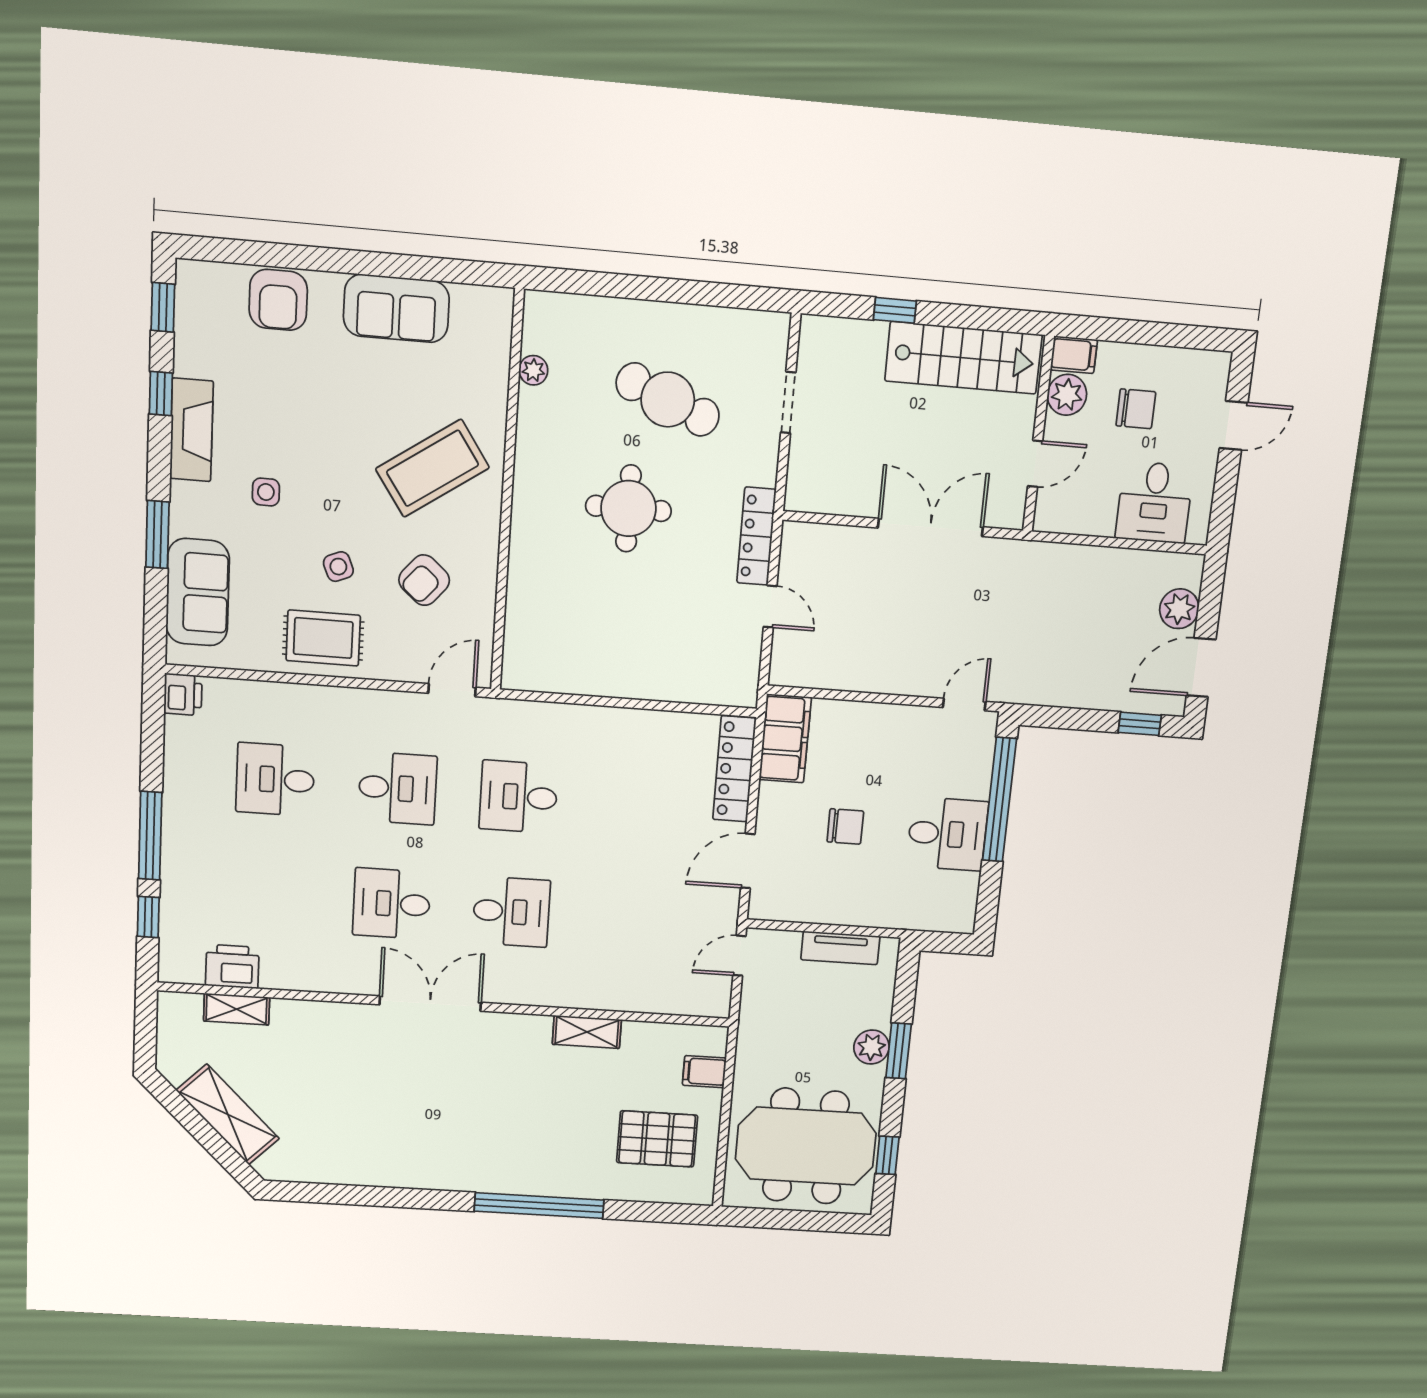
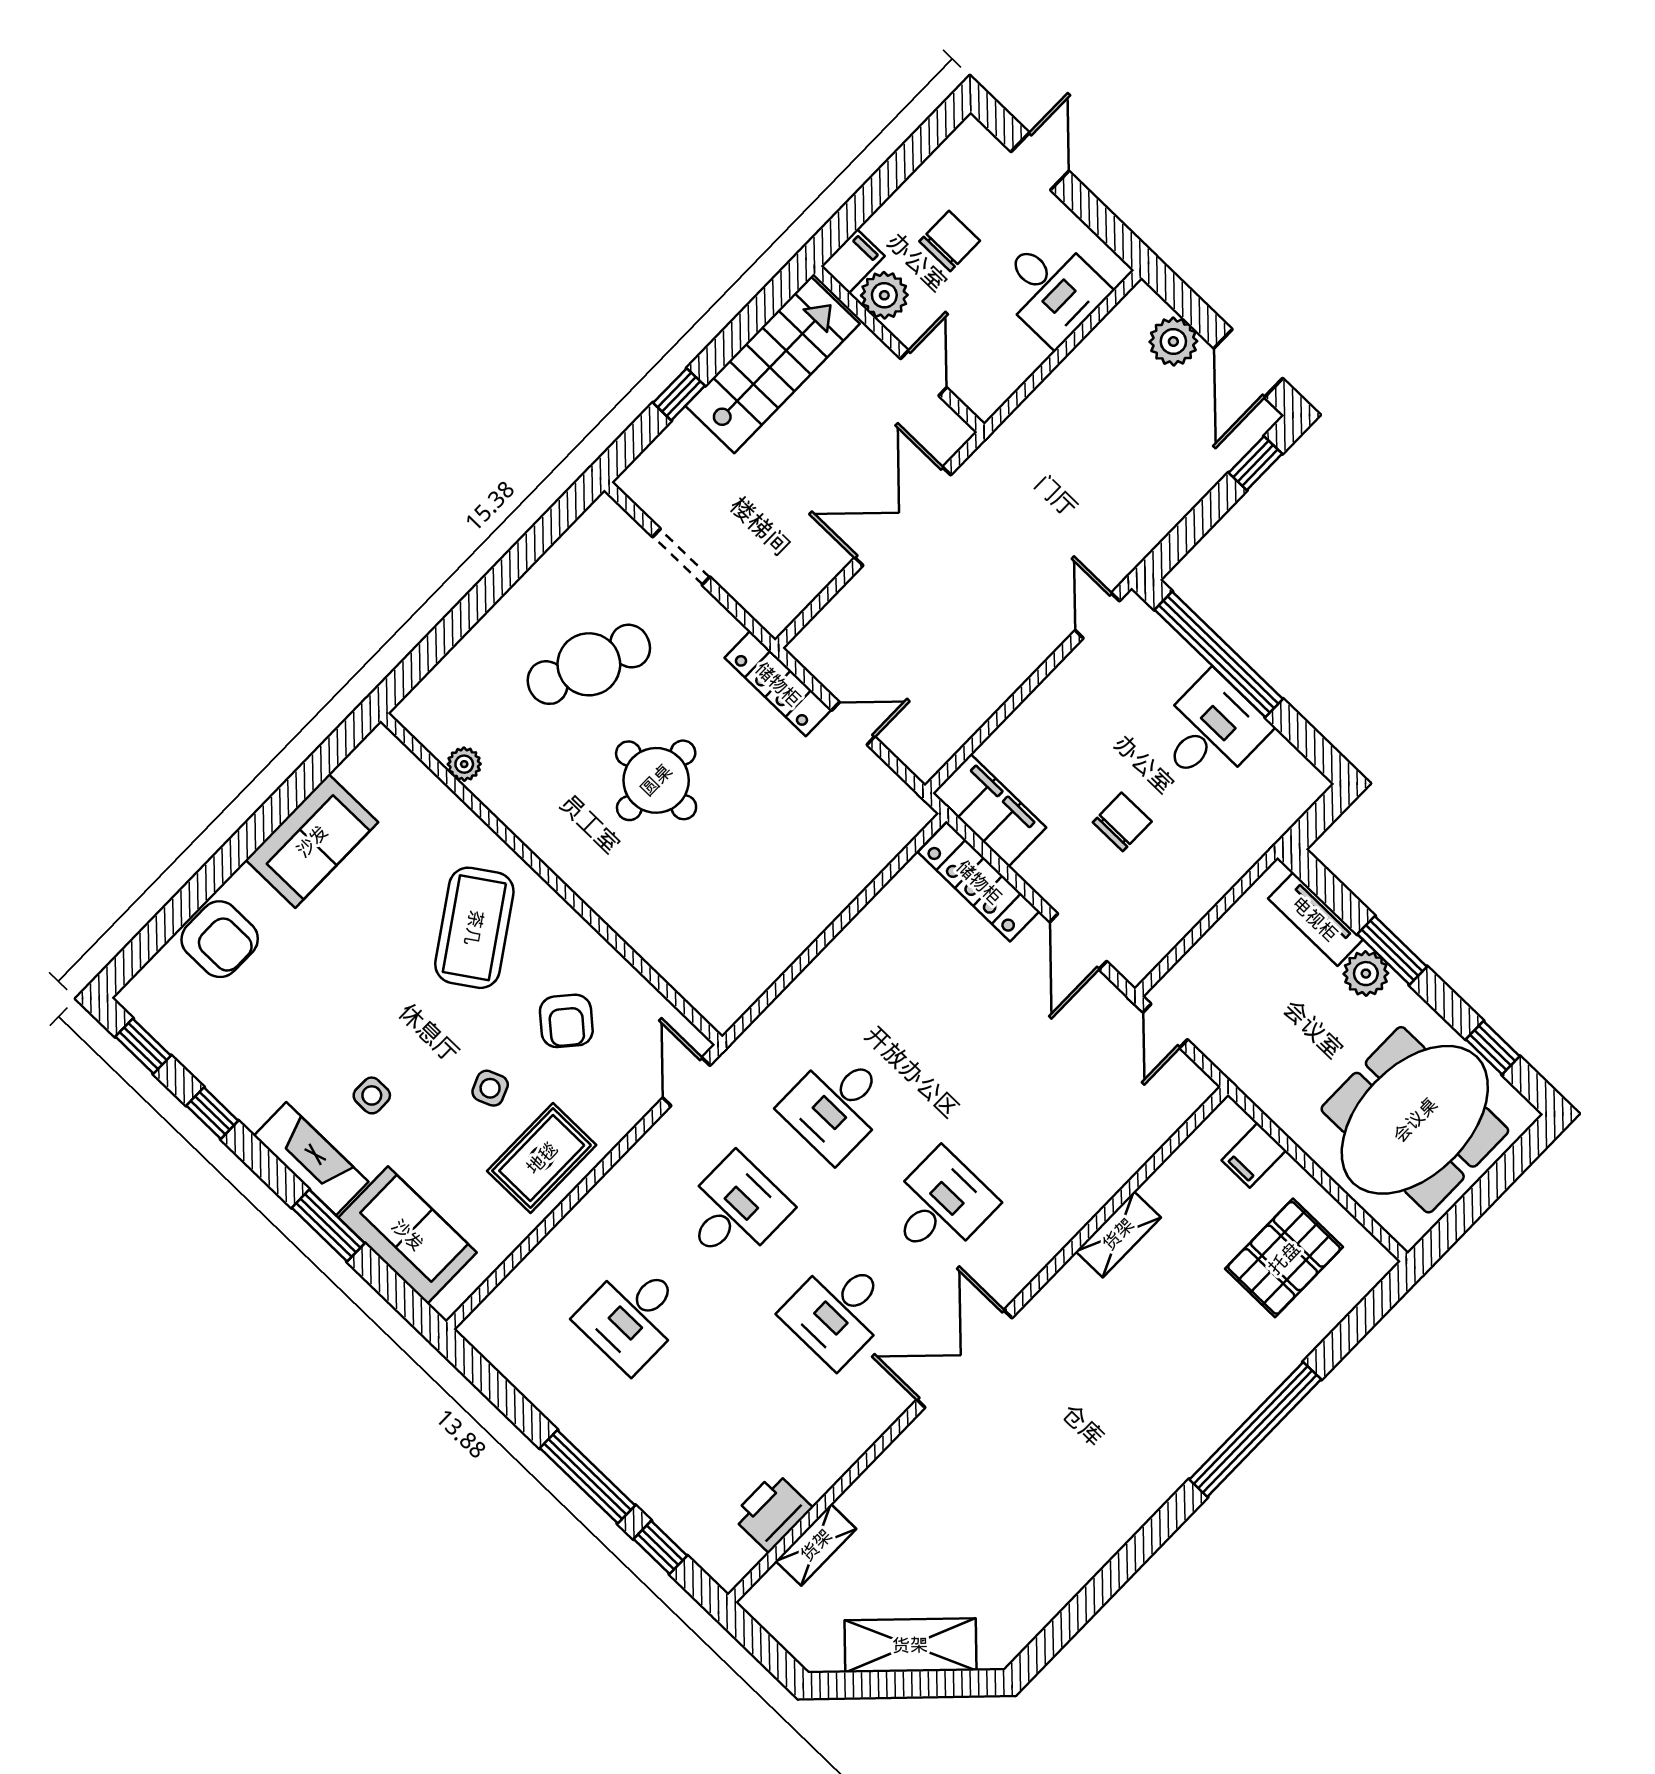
fireplace: (191, 430) -> (311, 1159), moved
printer: (183, 694) -> (486, 1330), removed
tv unit: (840, 948) -> (1315, 919), moved, turned 90

